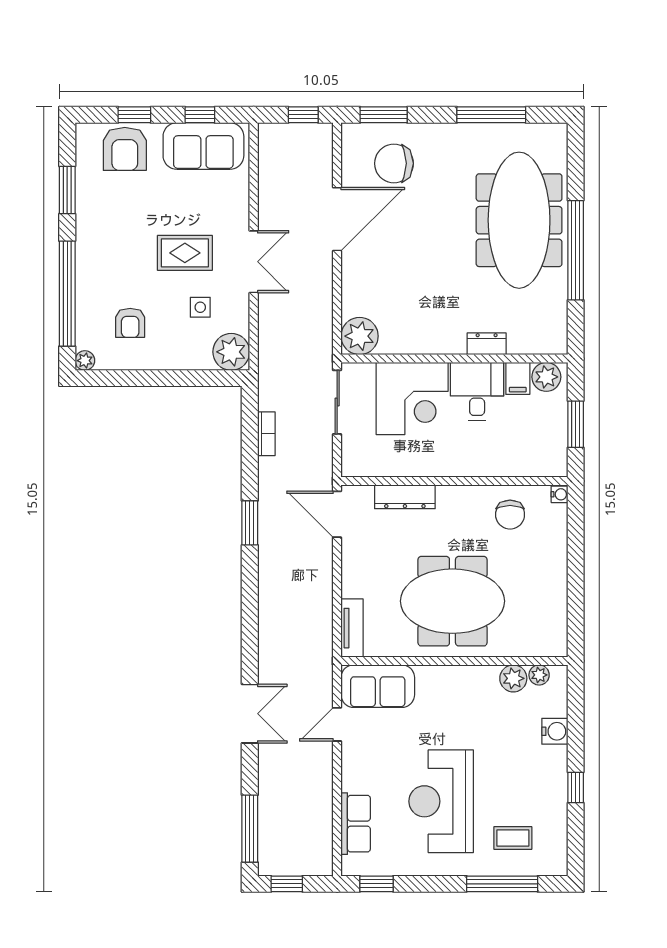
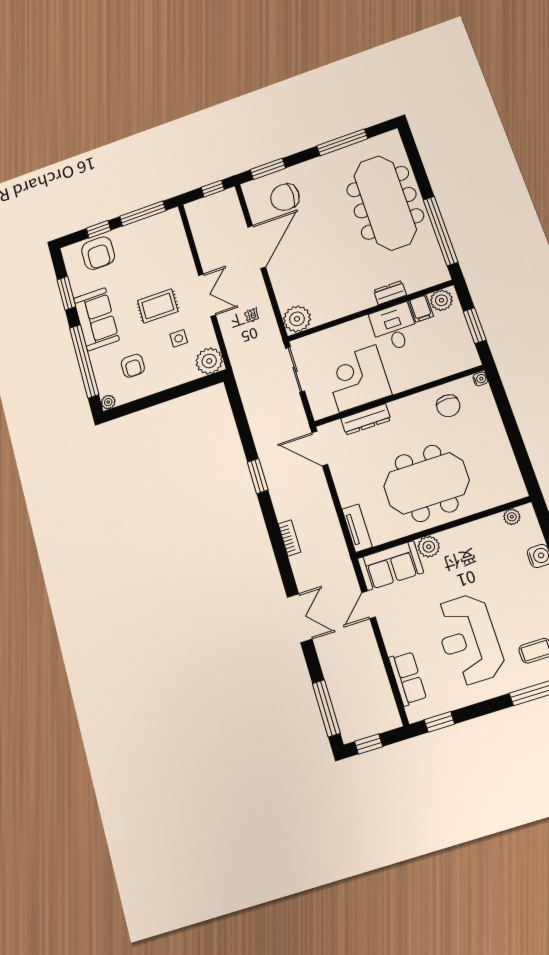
window: (200, 115) -> (143, 214), width x2.17
sofa: (203, 146) -> (96, 319), moved, turned -90
window: (576, 250) -> (441, 231), moved
corner desk: (412, 399) -> (358, 378), moved, turned 180
bookcase: (266, 434) -> (289, 538), moved
plant: (513, 678) -> (429, 547), moved

